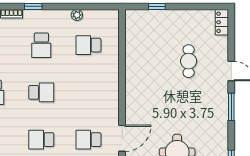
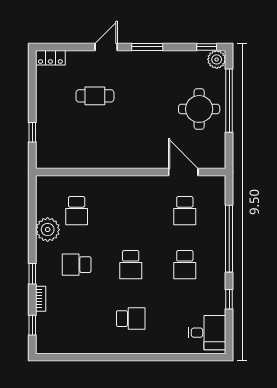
plant: (77, 15) -> (48, 230), width x1.87, depth x1.87
school desk: (41, 45) -> (77, 265), turned 180
school desk: (41, 92) -> (131, 265), turned 180

